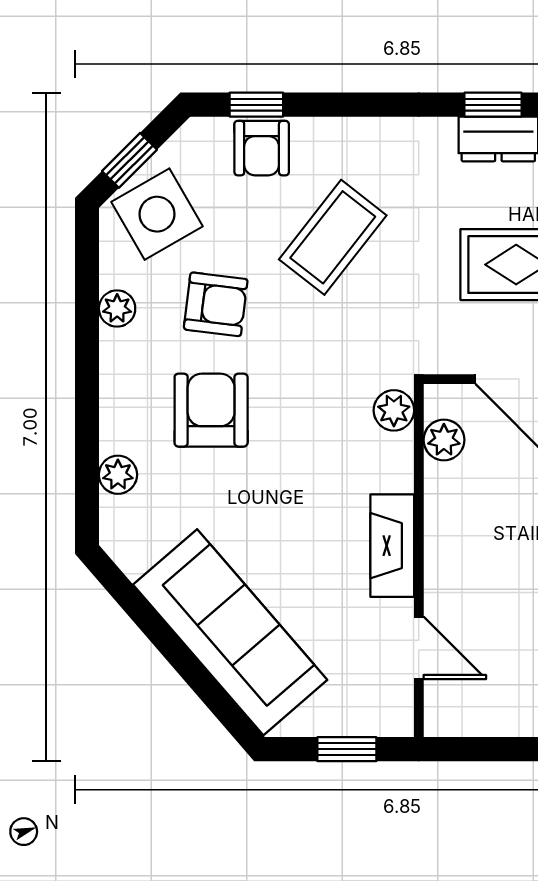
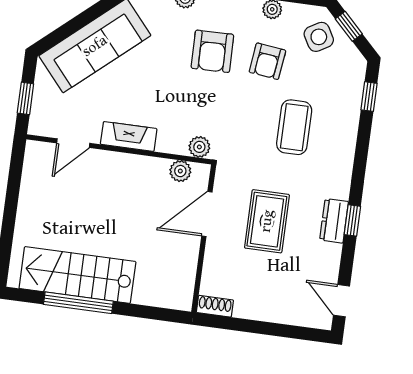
armchair: (262, 148) -> (346, 96), removed
side table: (157, 214) -> (319, 37), width x0.73, depth x0.73
coffee table: (333, 237) -> (294, 127), turned 52
armchair: (211, 410) -> (212, 51), turned 89

